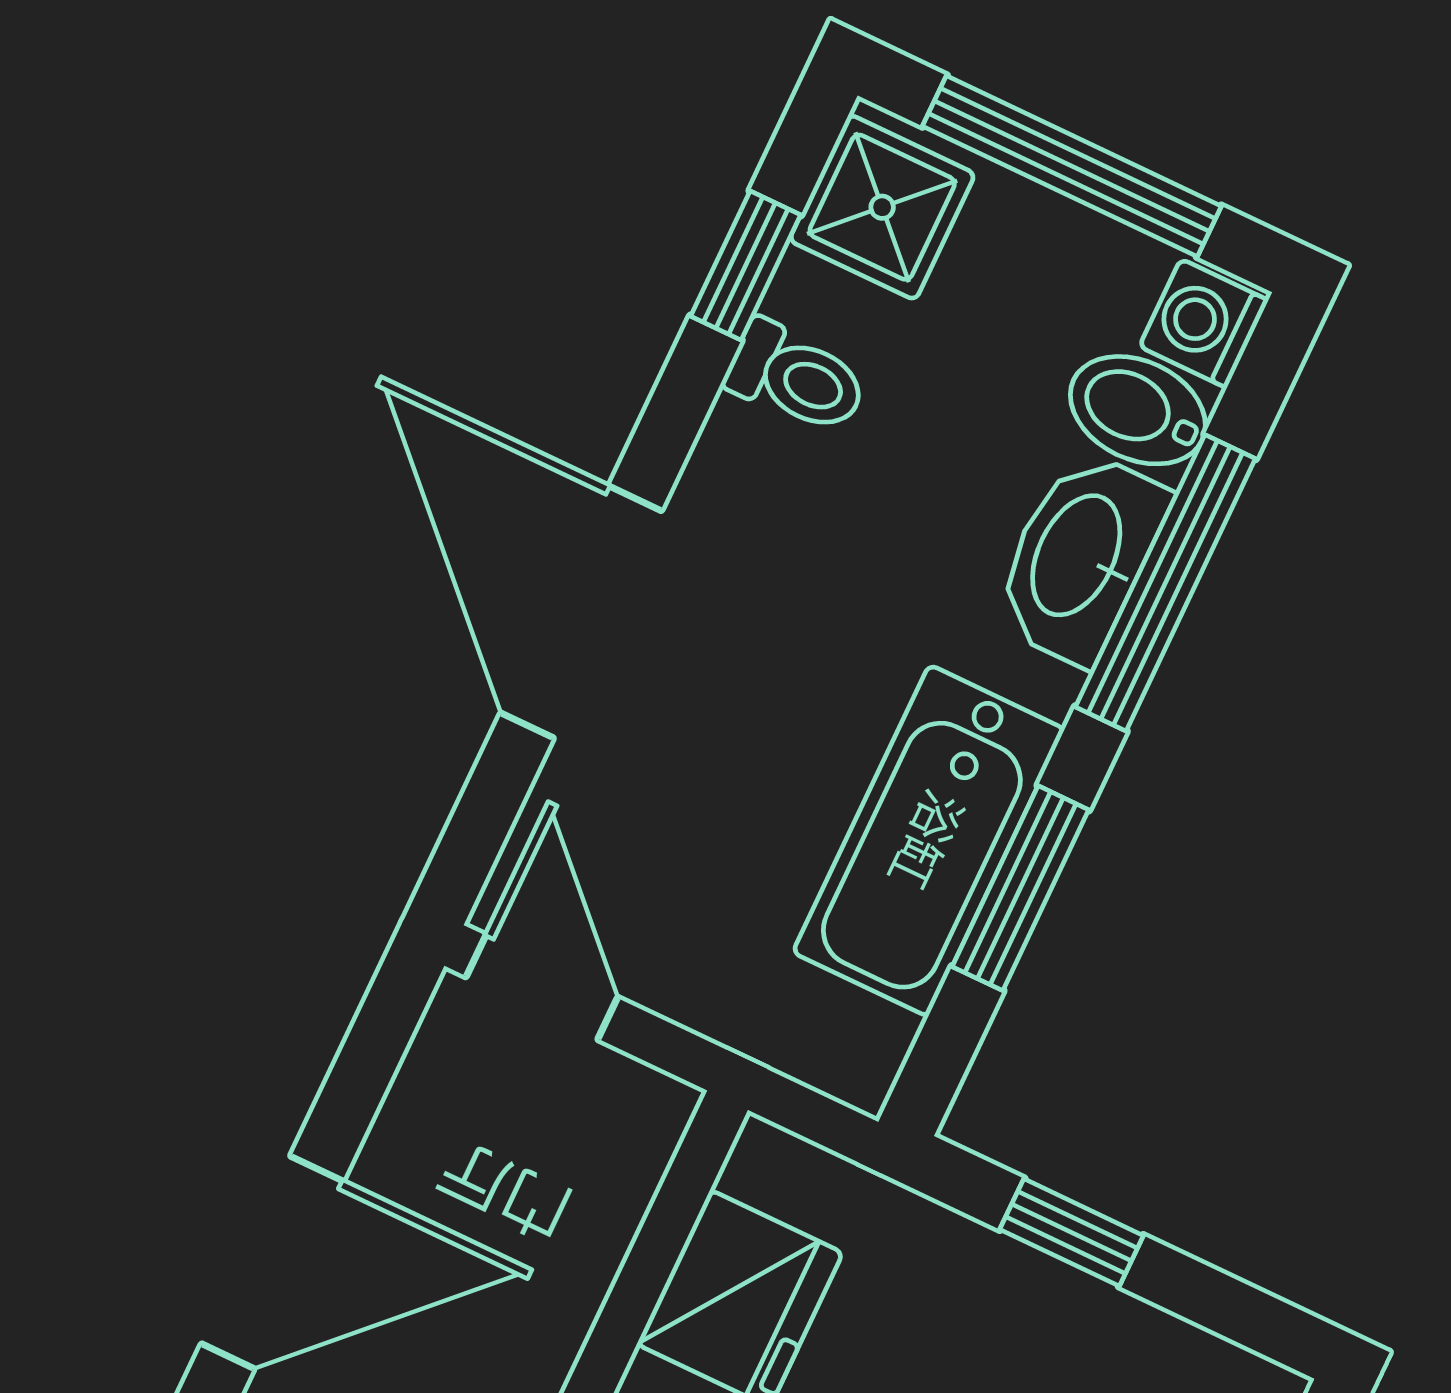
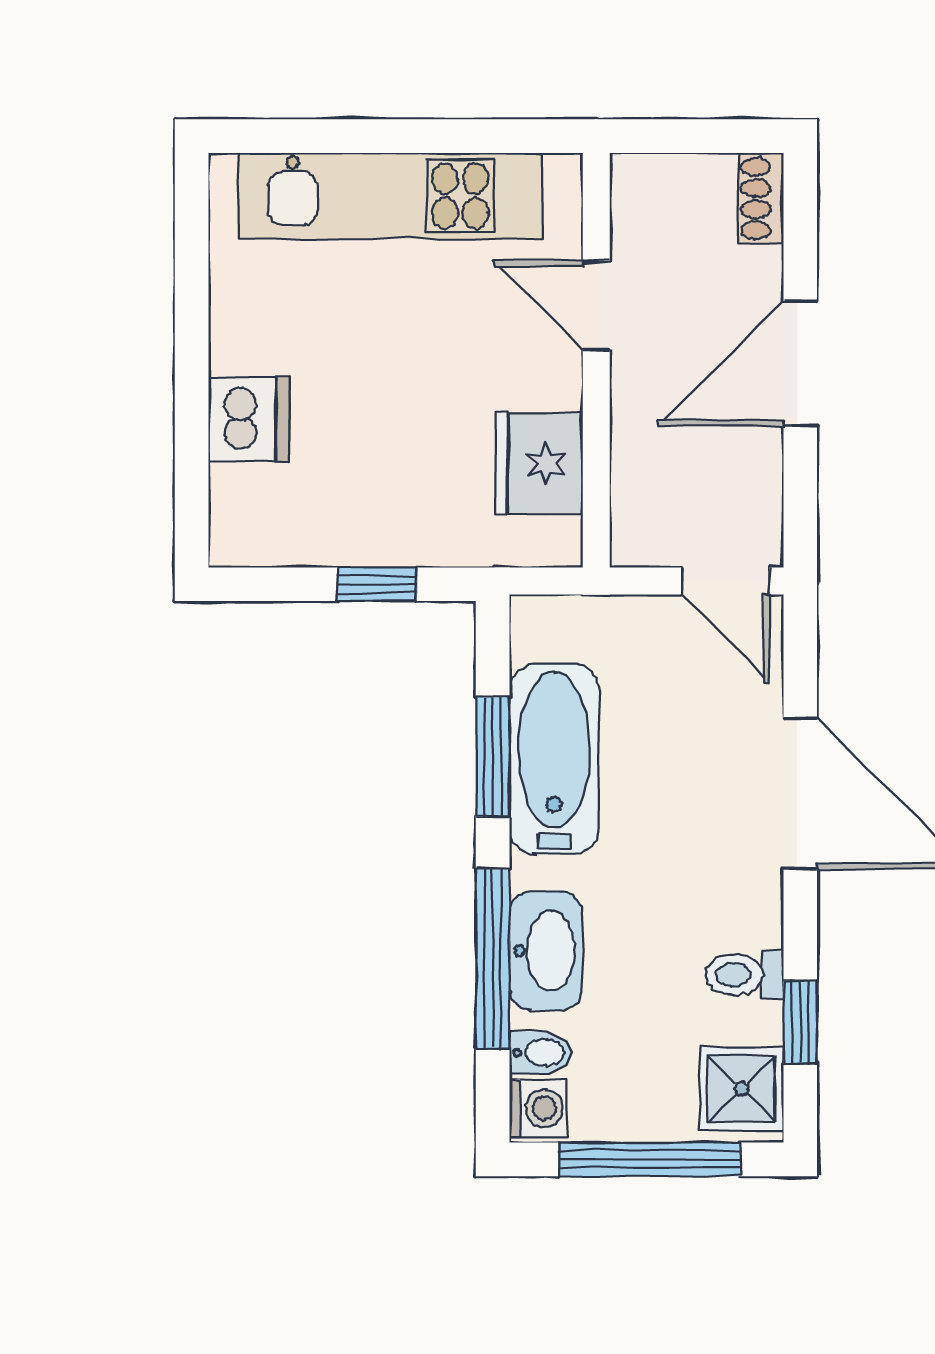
bidet: (1138, 410) -> (541, 1053), width x0.72, depth x0.74

